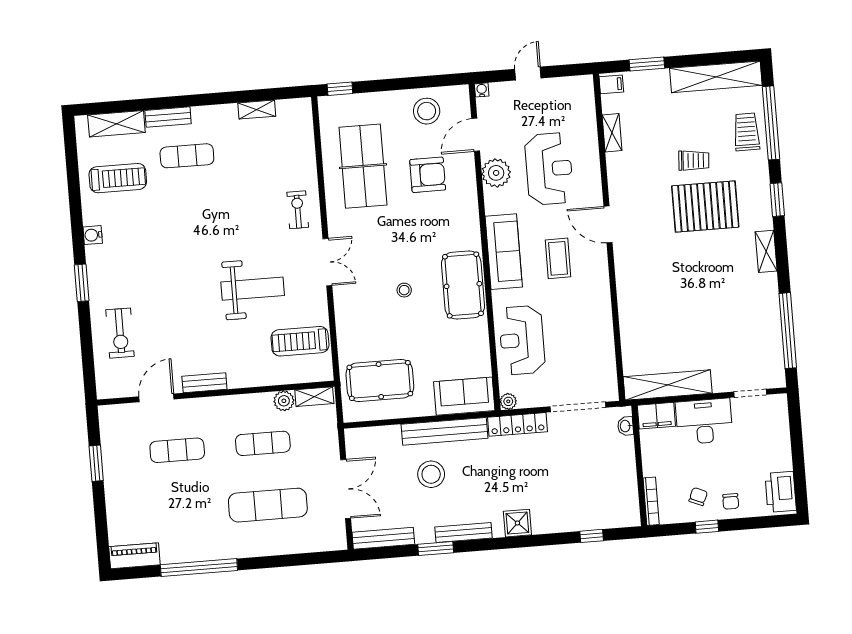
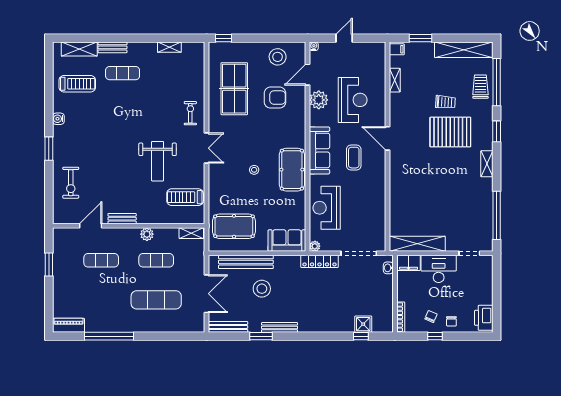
weight bench: (253, 289) -> (158, 161), turned 90
plant: (284, 401) -> (147, 234), moved
bench: (444, 431) -> (246, 262), moved
shower: (517, 523) -> (363, 324), moved

